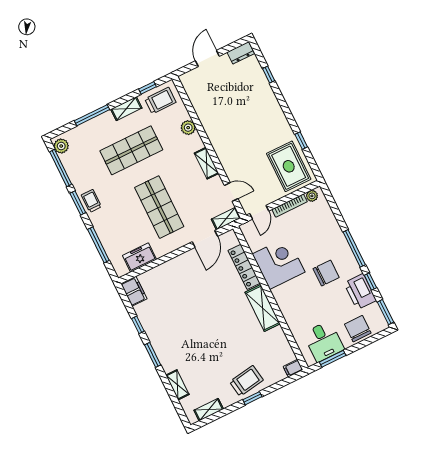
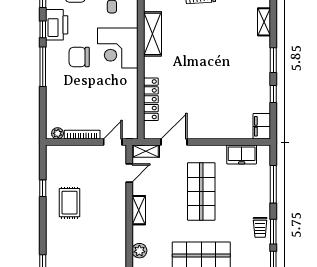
rug: (289, 166) -> (70, 203), moved, width x0.73, depth x0.70
door: (231, 192) -> (129, 173), swing flipped
corner desk: (279, 263) -> (118, 48), moved
shelving: (263, 308) -> (153, 34), moved

